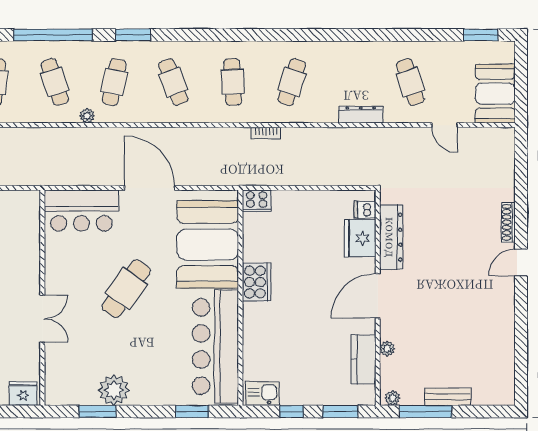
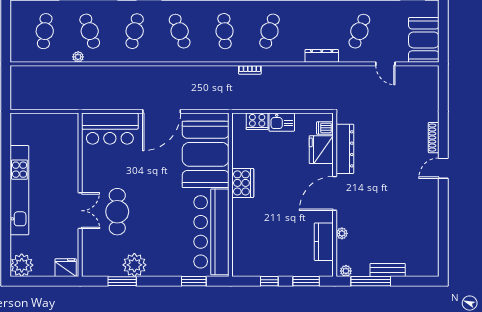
cafe table: (410, 82) -> (359, 31), turned 39
plant: (87, 116) -> (78, 57), moved
door: (150, 188) -> (162, 111), swing flipped
cooker: (257, 201) -> (257, 121), moved
cafe table: (126, 289) -> (117, 212), moved, turned -35
kitchen sink: (262, 394) -> (282, 122), moved, turned 180

